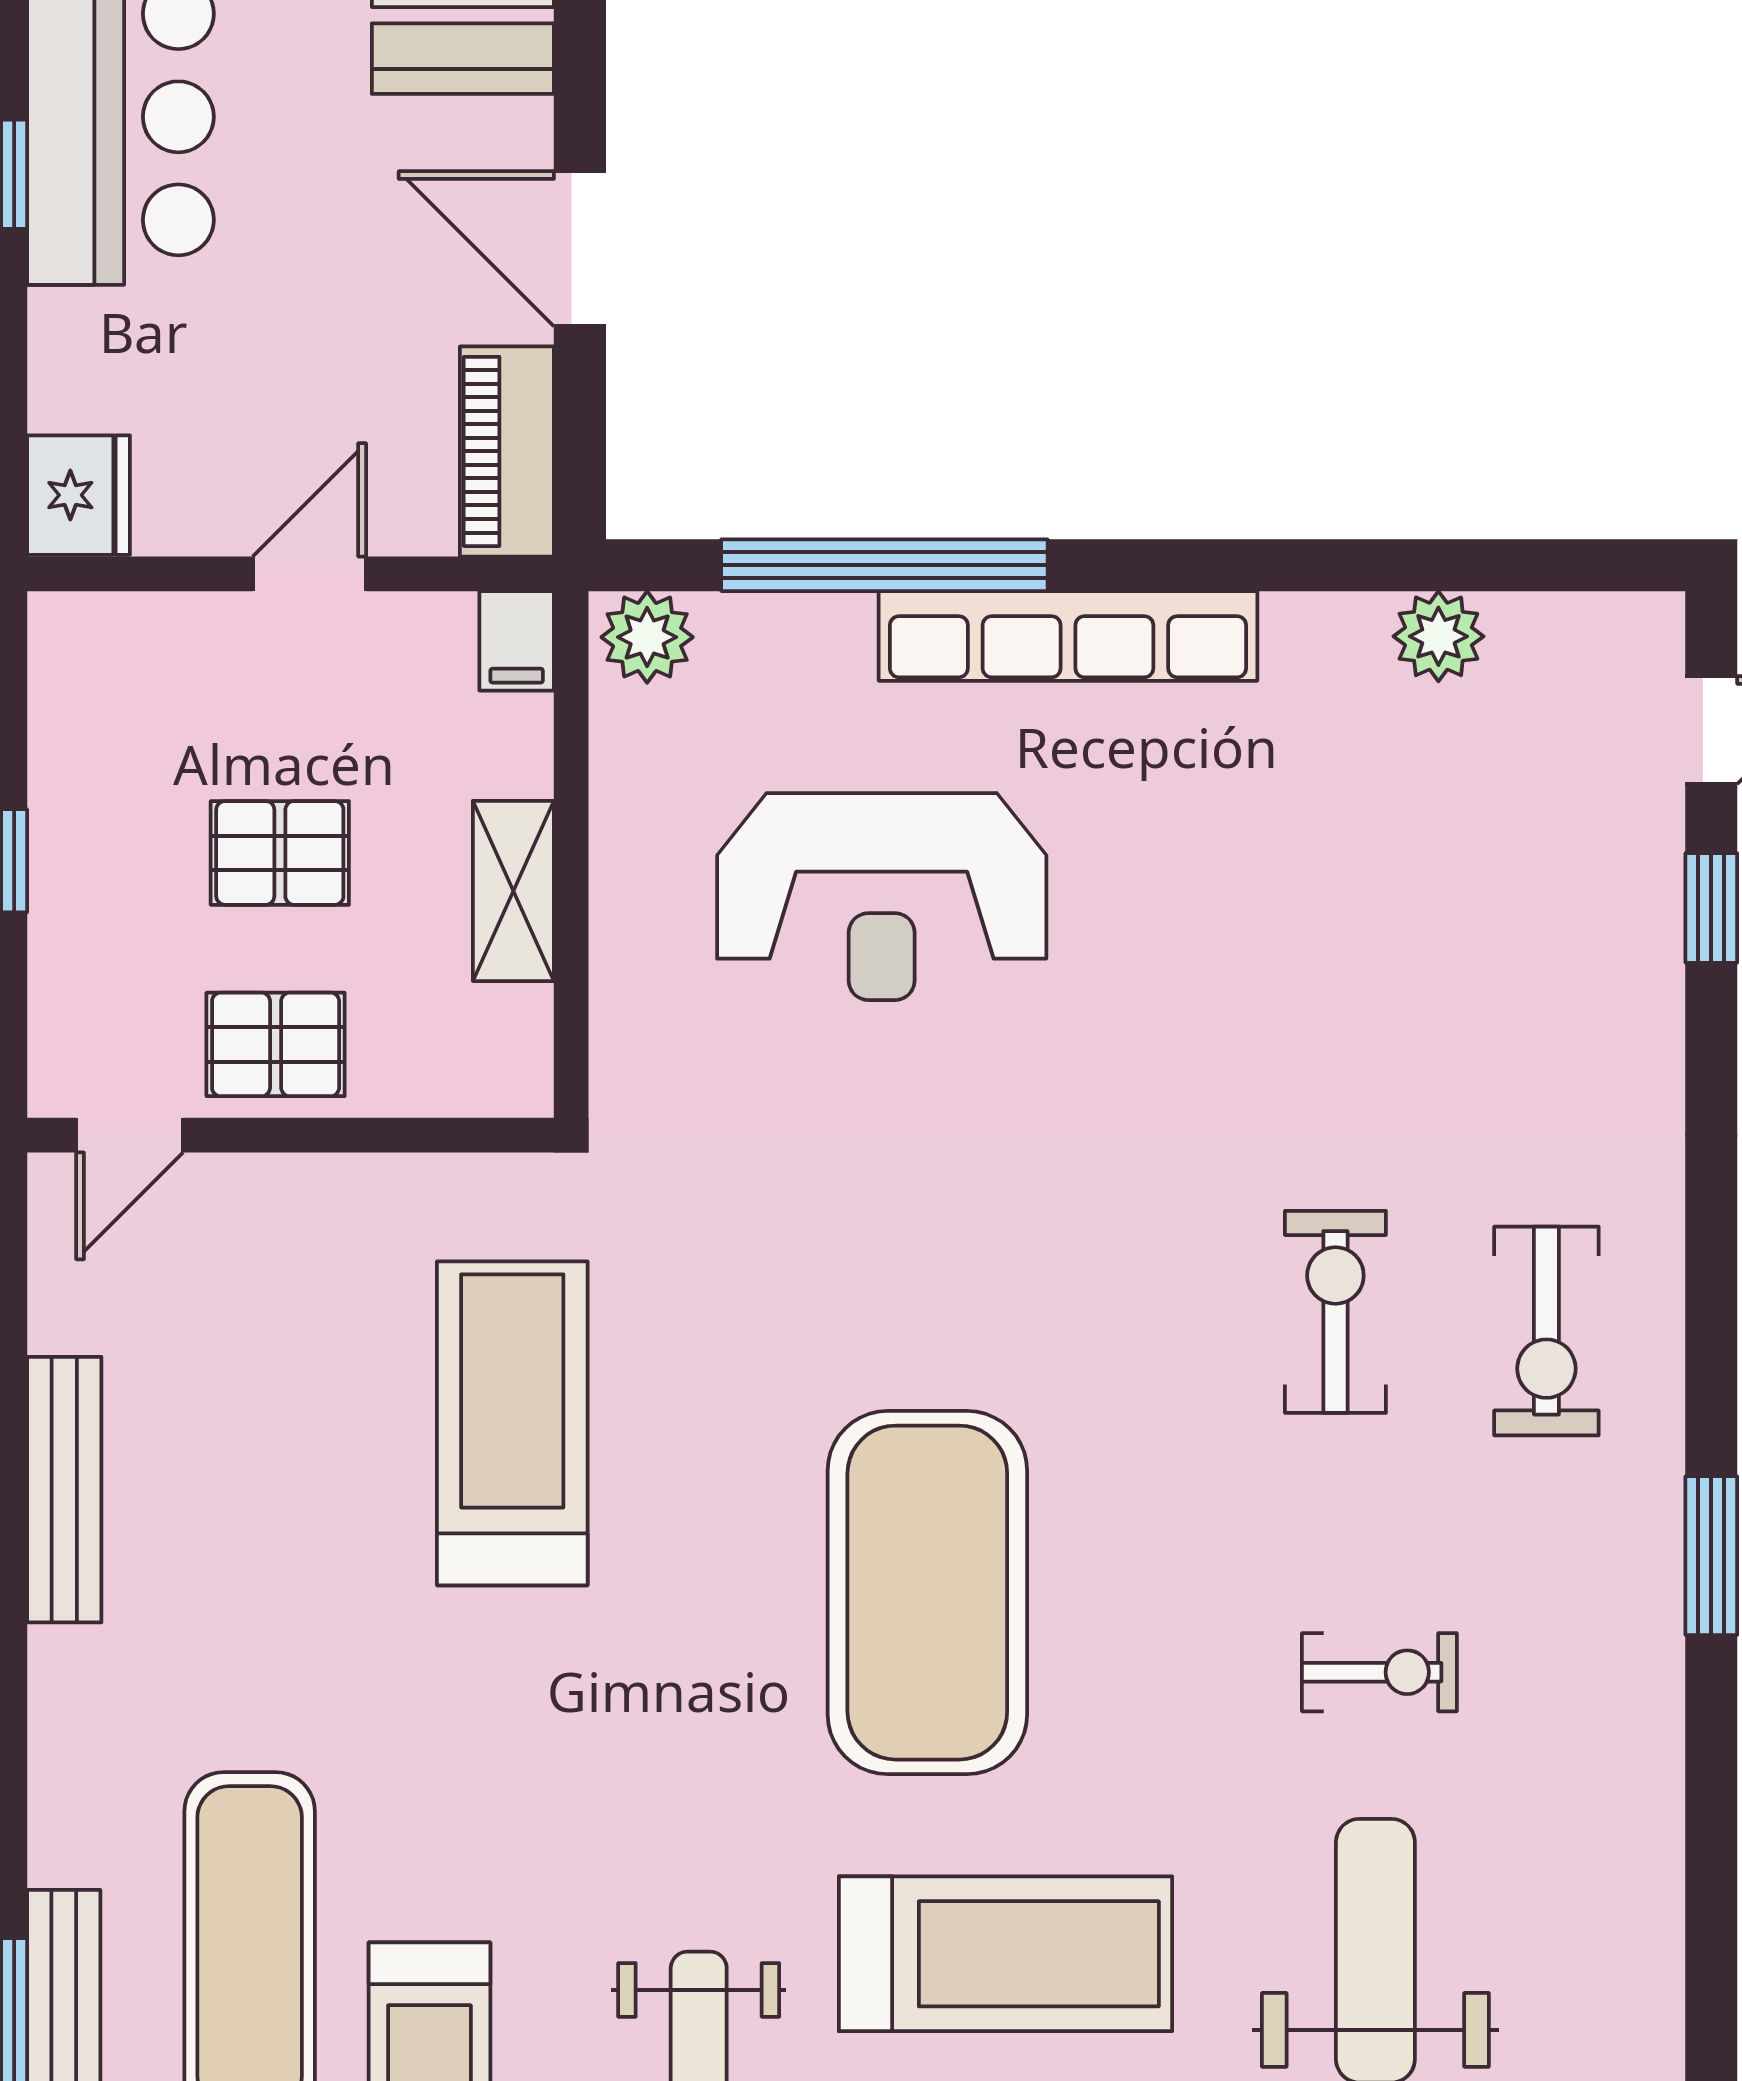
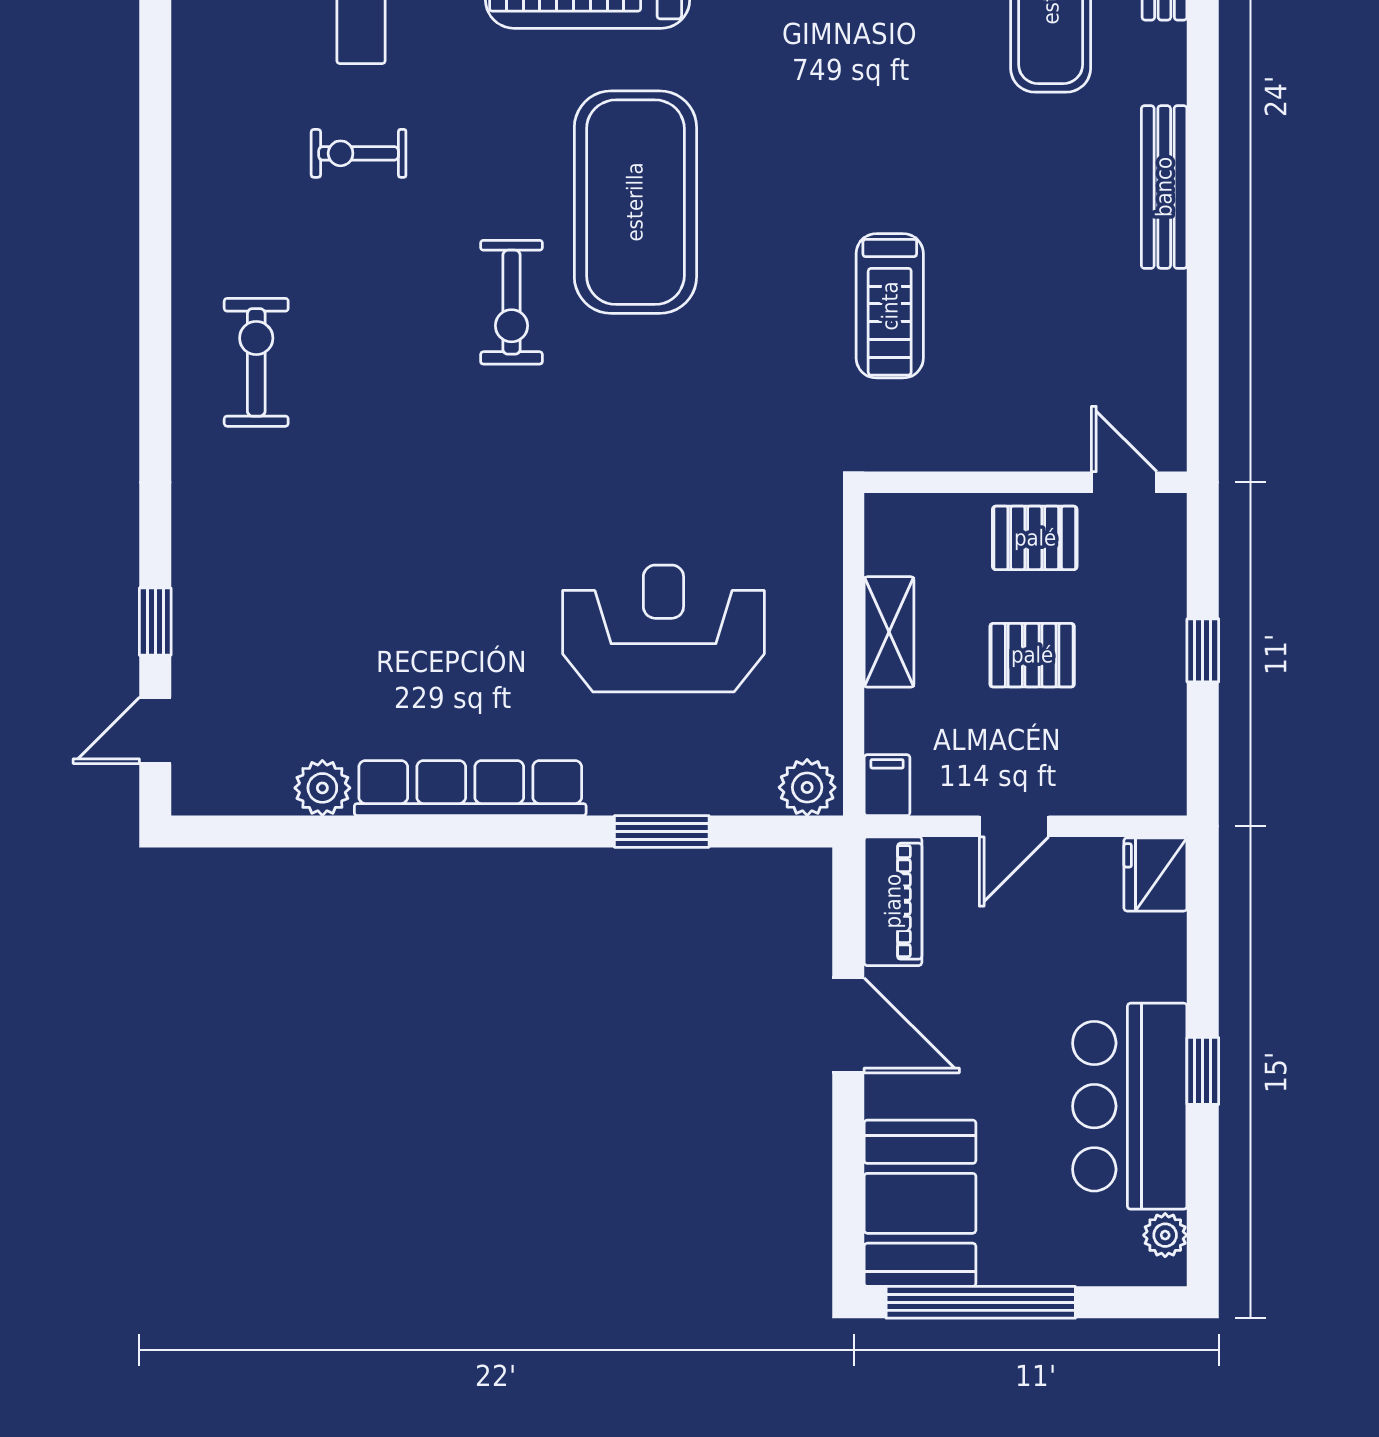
window: (884, 565) -> (662, 831), width x0.47
row of seats: (1068, 636) -> (470, 788), moved
door: (130, 1135) -> (1124, 482), hinge flipped
exercise bike: (1335, 1312) -> (511, 302), moved
treadmill: (512, 1423) -> (890, 306), width x0.73, depth x0.73
bench: (64, 1490) -> (1164, 187), moved
window: (1711, 1556) -> (155, 225), removed

